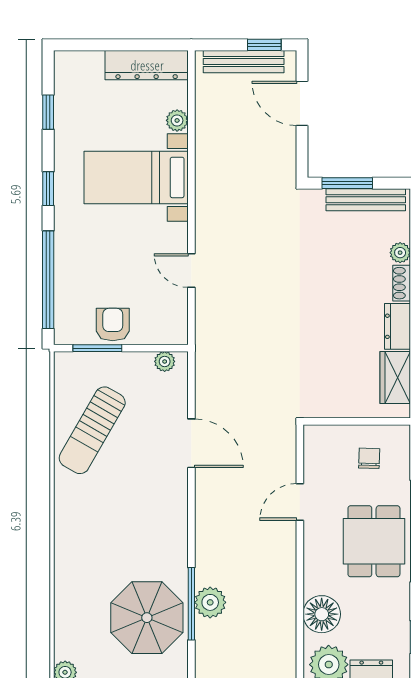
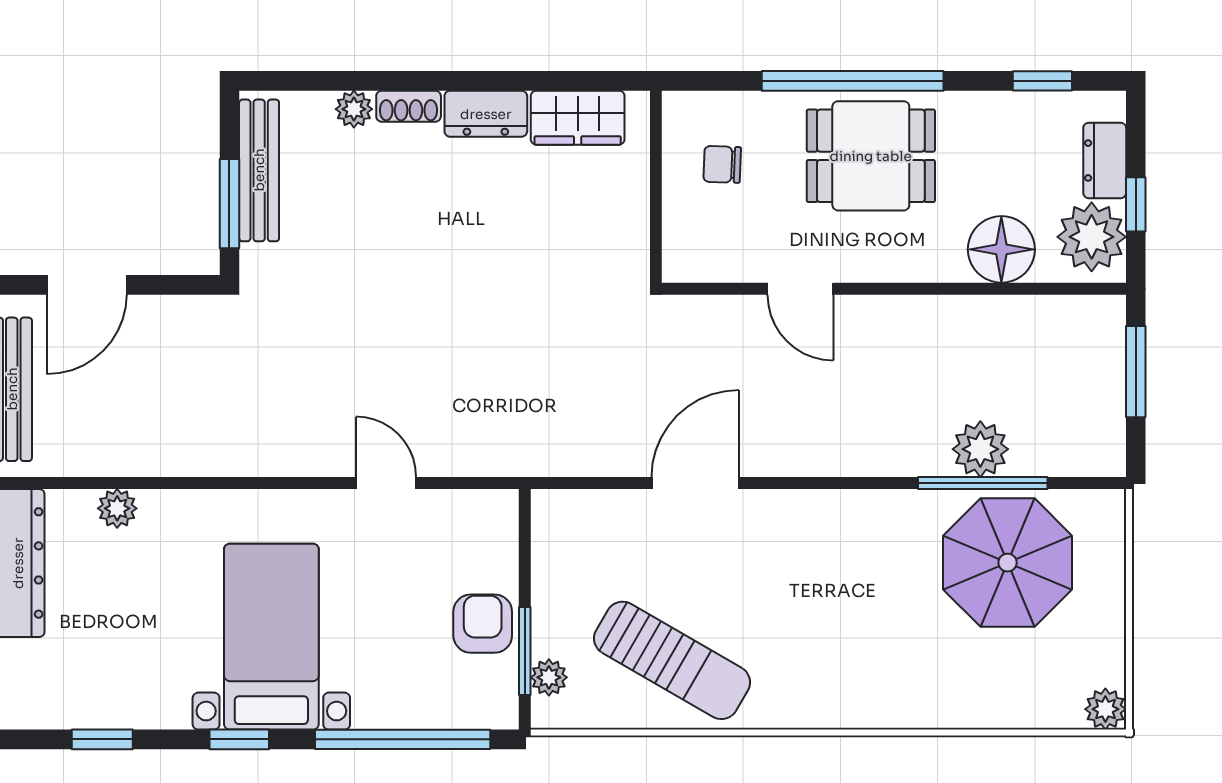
bed with nightstands: (136, 177) -> (271, 637), moved, turned 180
door: (191, 271) -> (386, 483), swing flipped
armchair: (113, 325) -> (483, 624), turned 90
plant: (165, 361) -> (549, 677), moved

